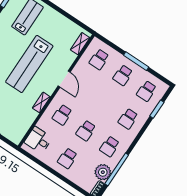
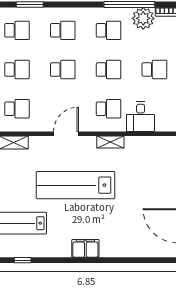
lab bench: (29, 64) -> (76, 185), turned 180
school desk: (104, 103) -> (63, 70), added
desk: (38, 140) -> (141, 117), moved

